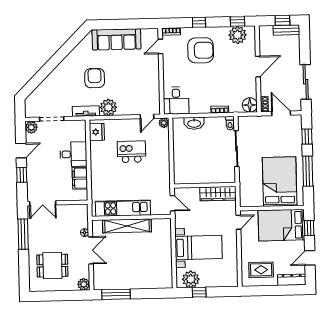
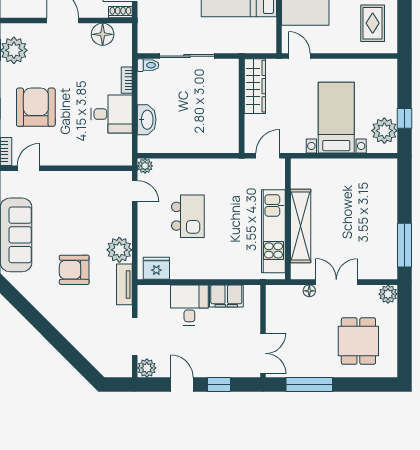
door: (160, 46) -> (29, 168), swing flipped
desk: (176, 101) -> (111, 114), moved
floor lamp: (250, 105) -> (103, 34), moved
kitchen island: (131, 152) -> (188, 216), turned 180

